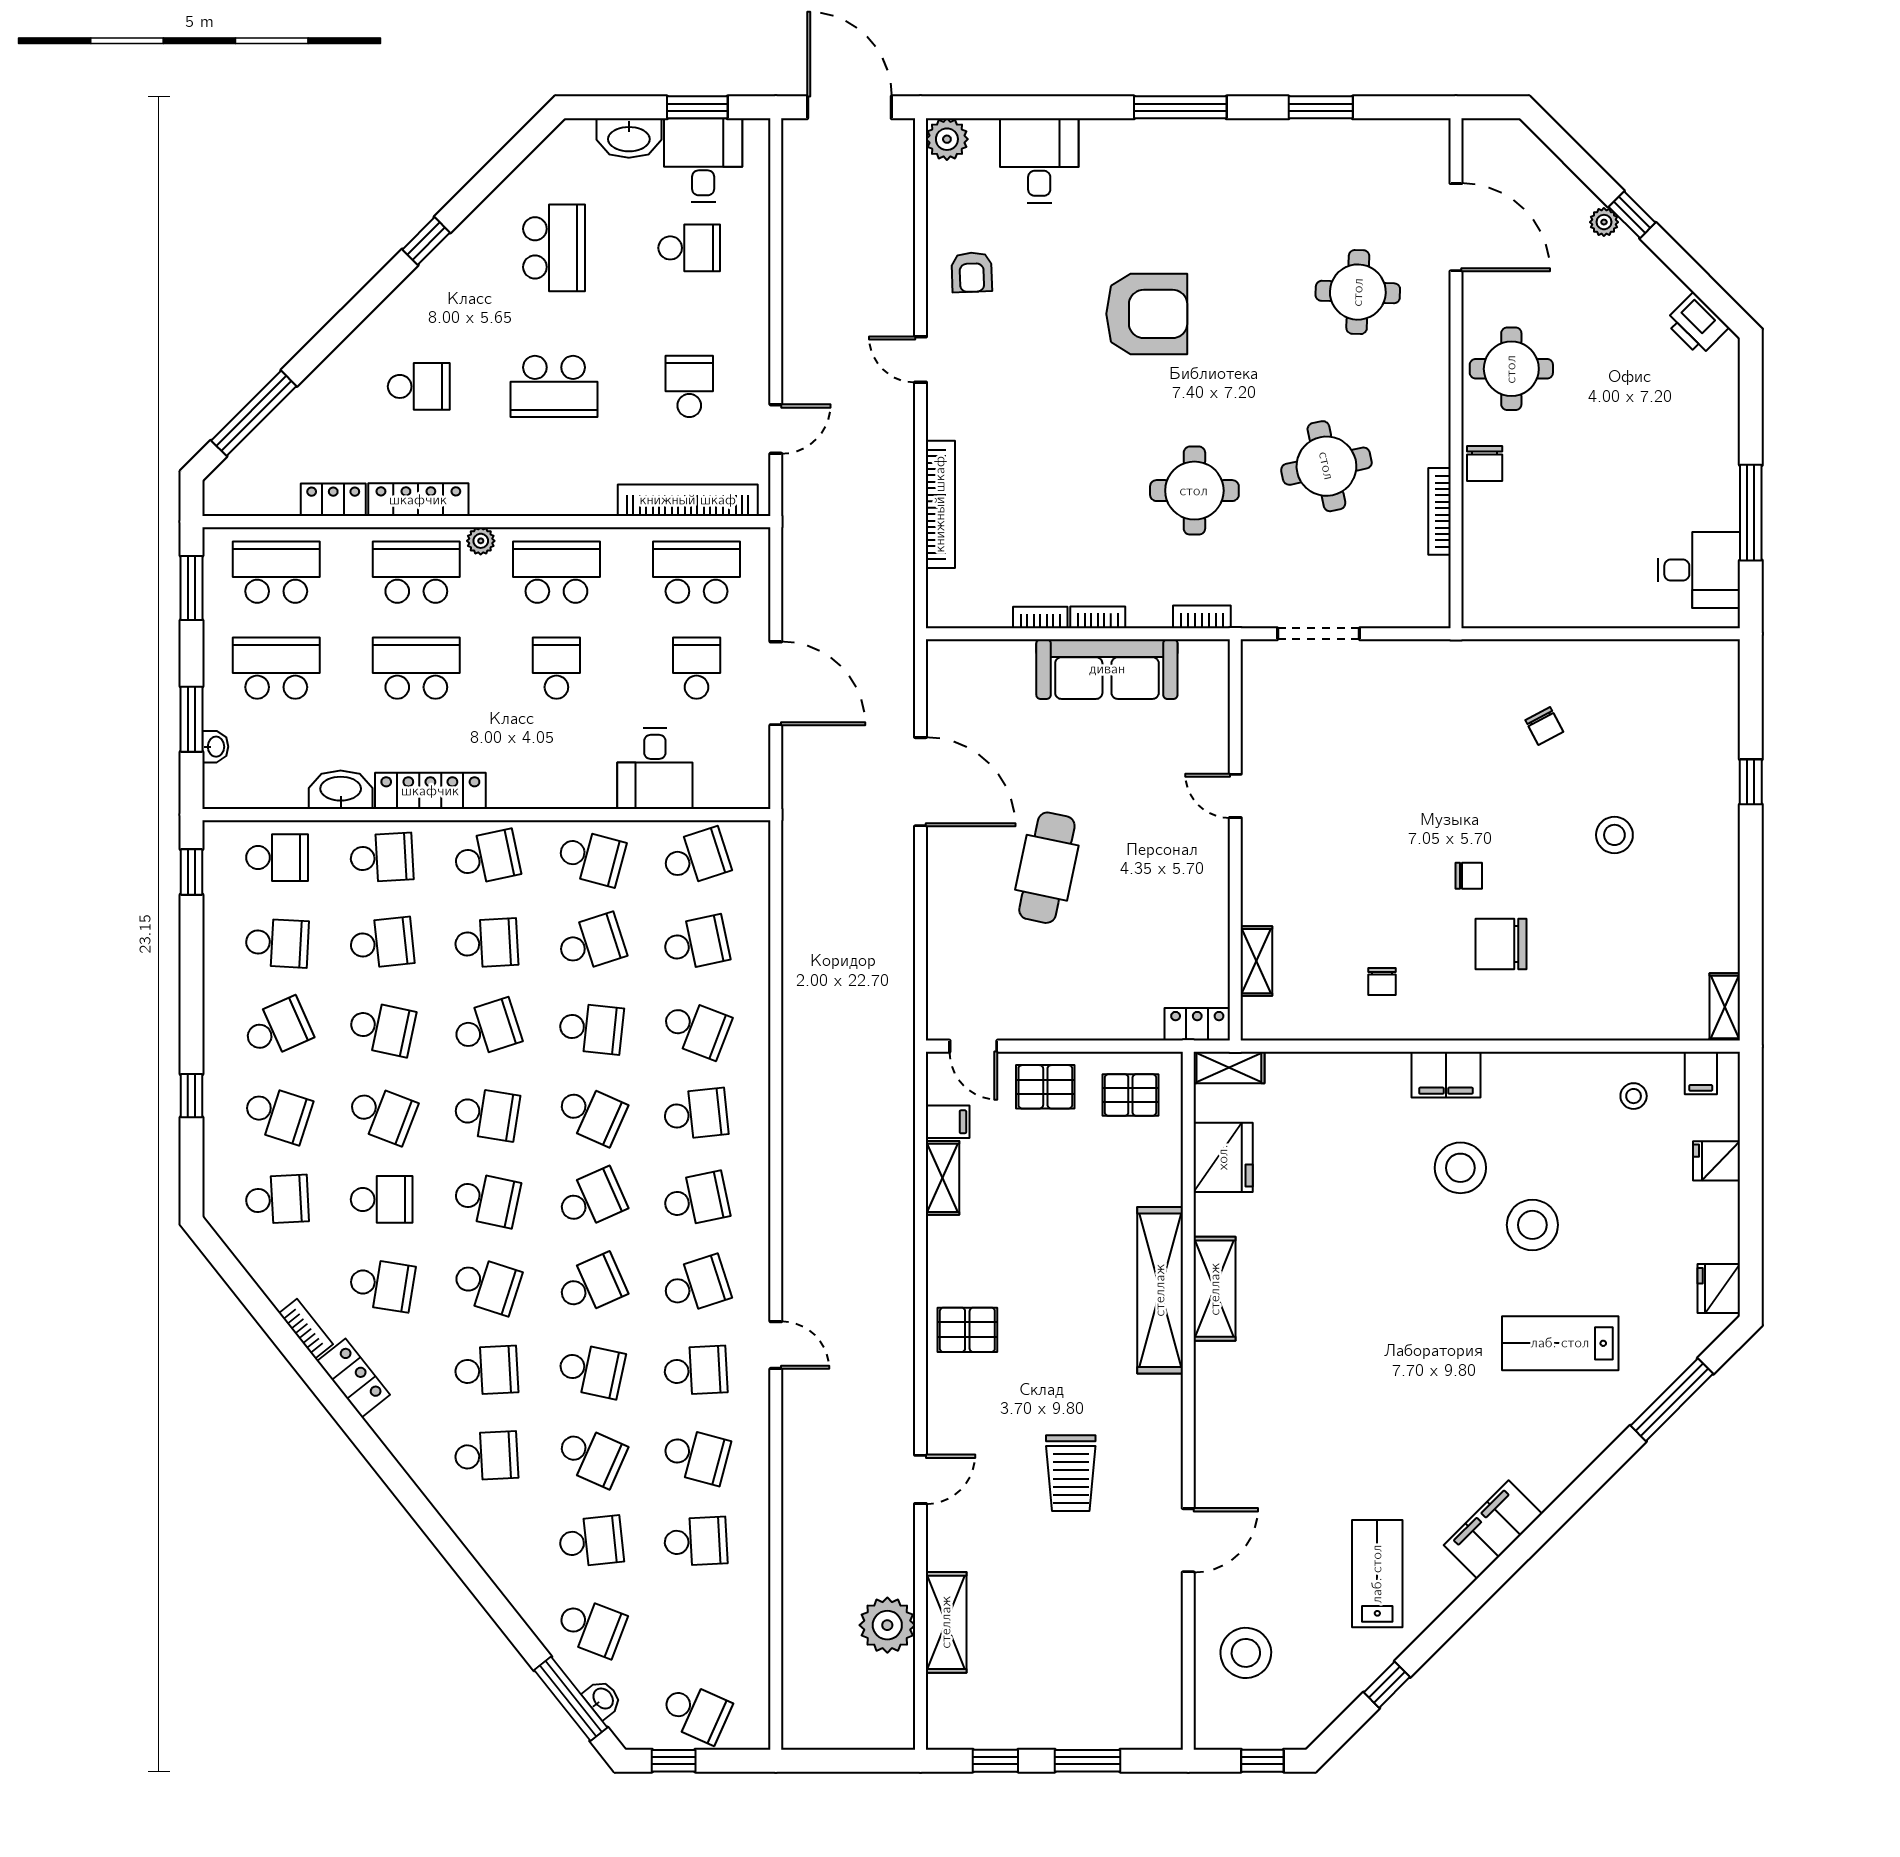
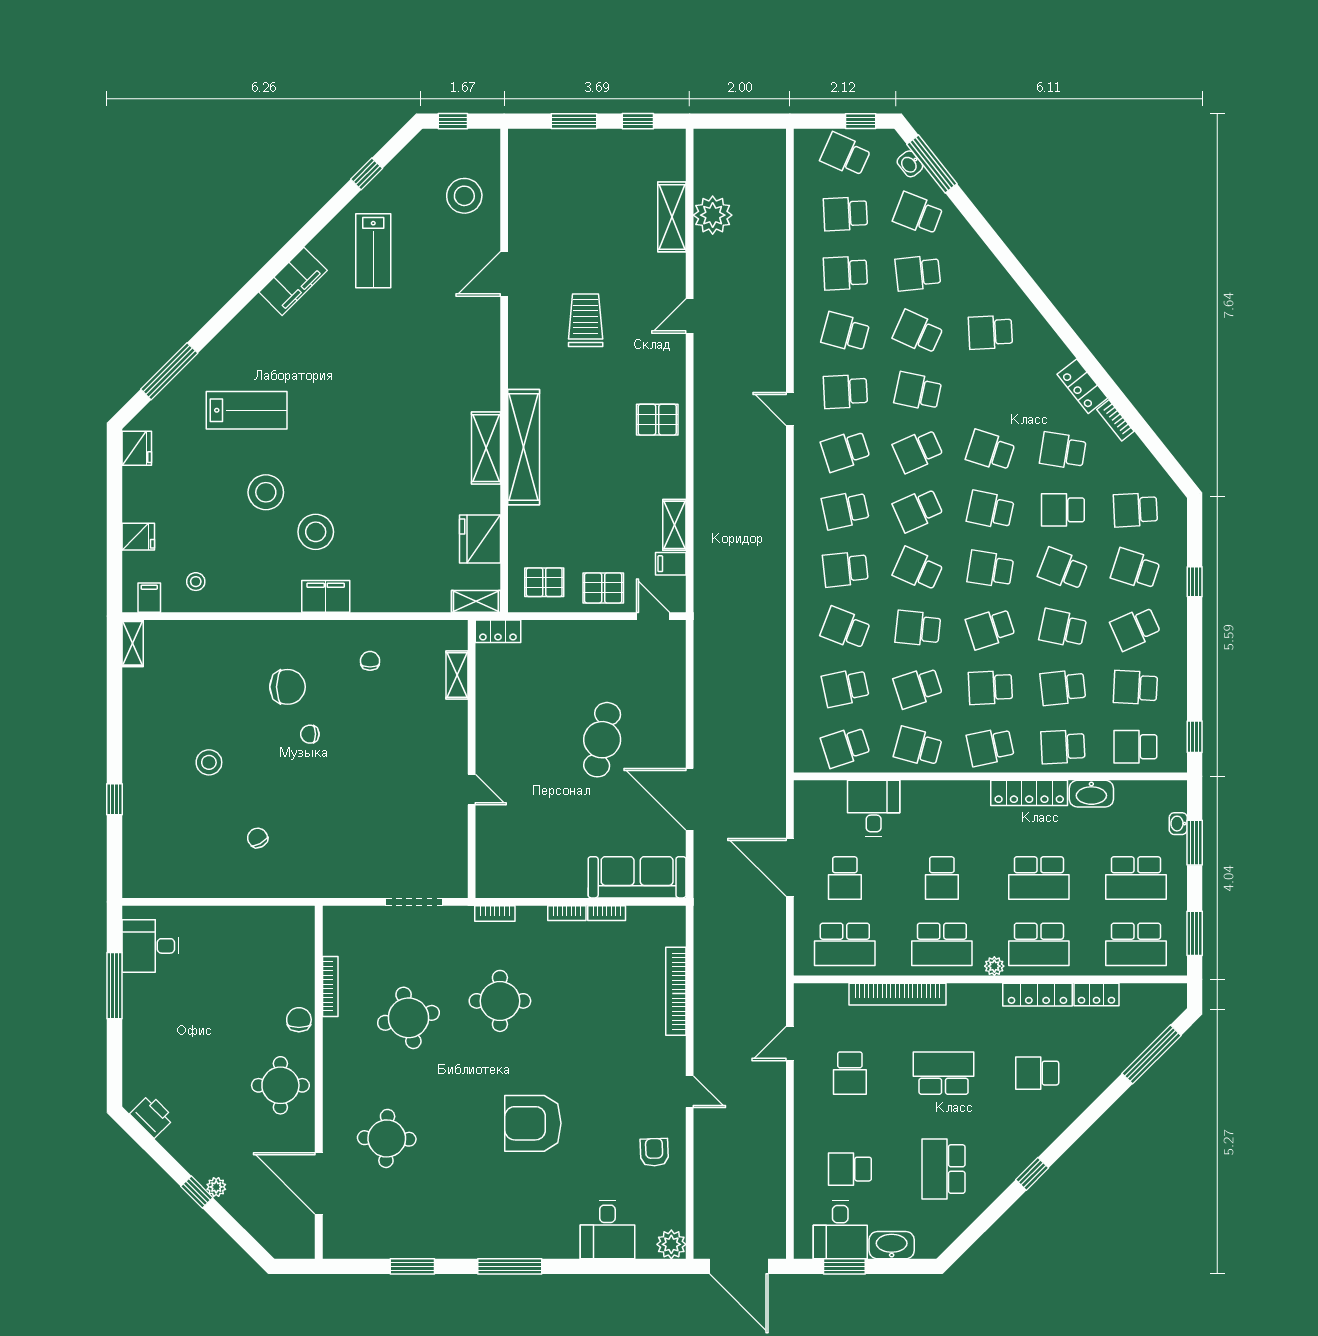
bookcase: (688, 500) -> (897, 994), moved
sofa: (1107, 669) -> (637, 877), moved
school desk: (486, 1370) -> (845, 214), moved

